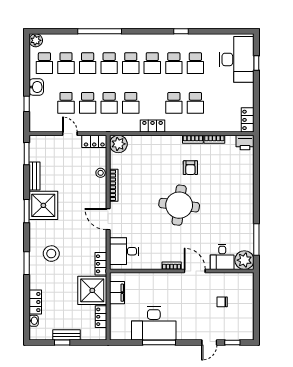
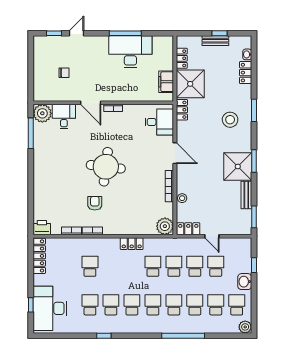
school desk: (174, 103) -> (111, 266), removed
locker: (248, 120) -> (39, 256), width x1.53

